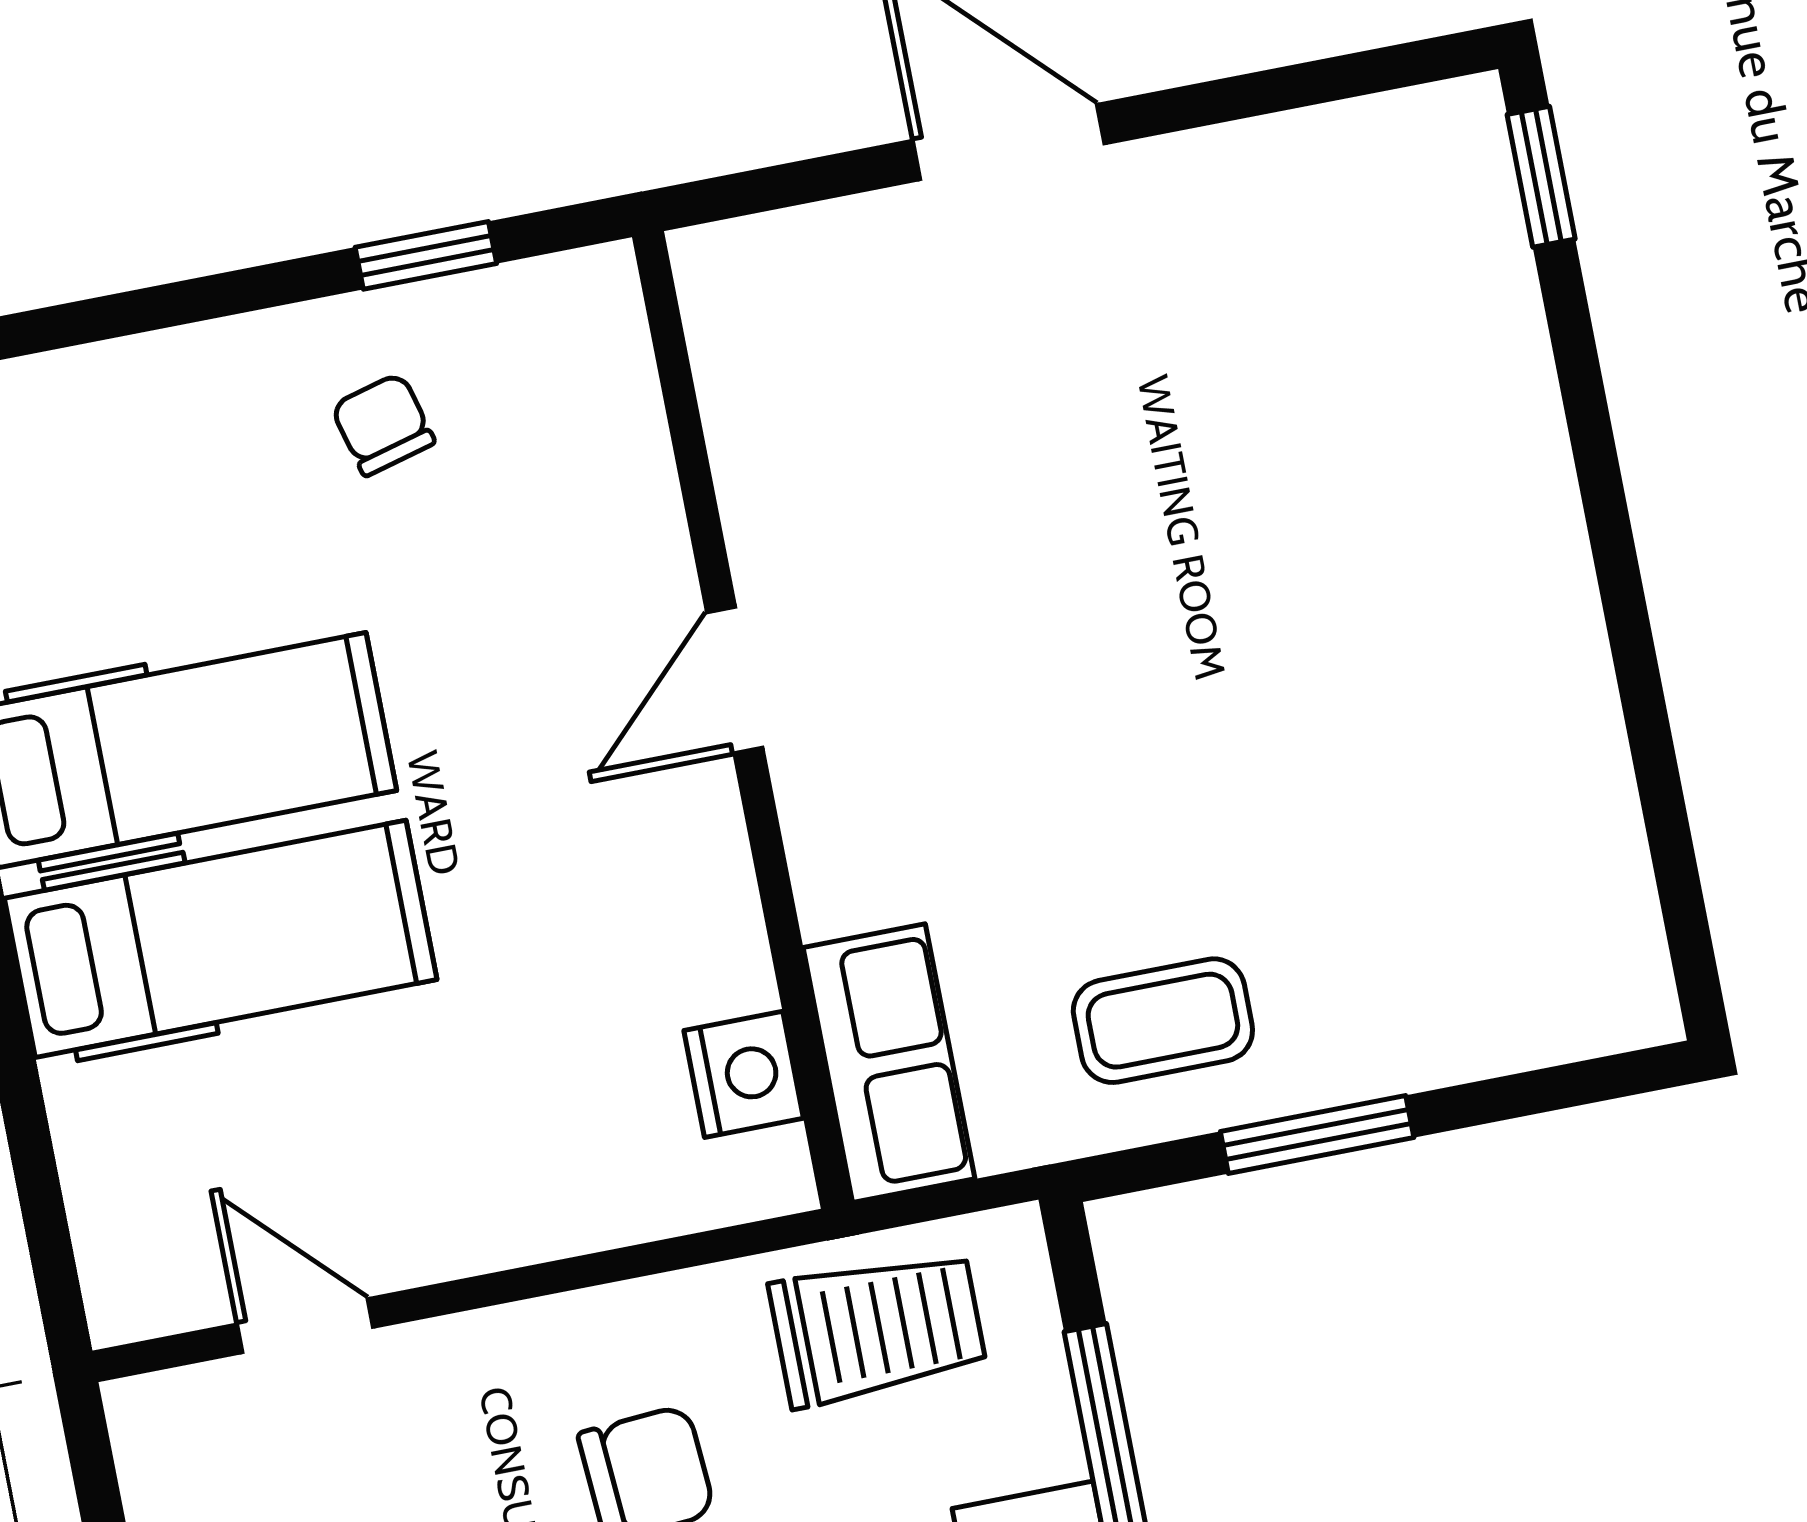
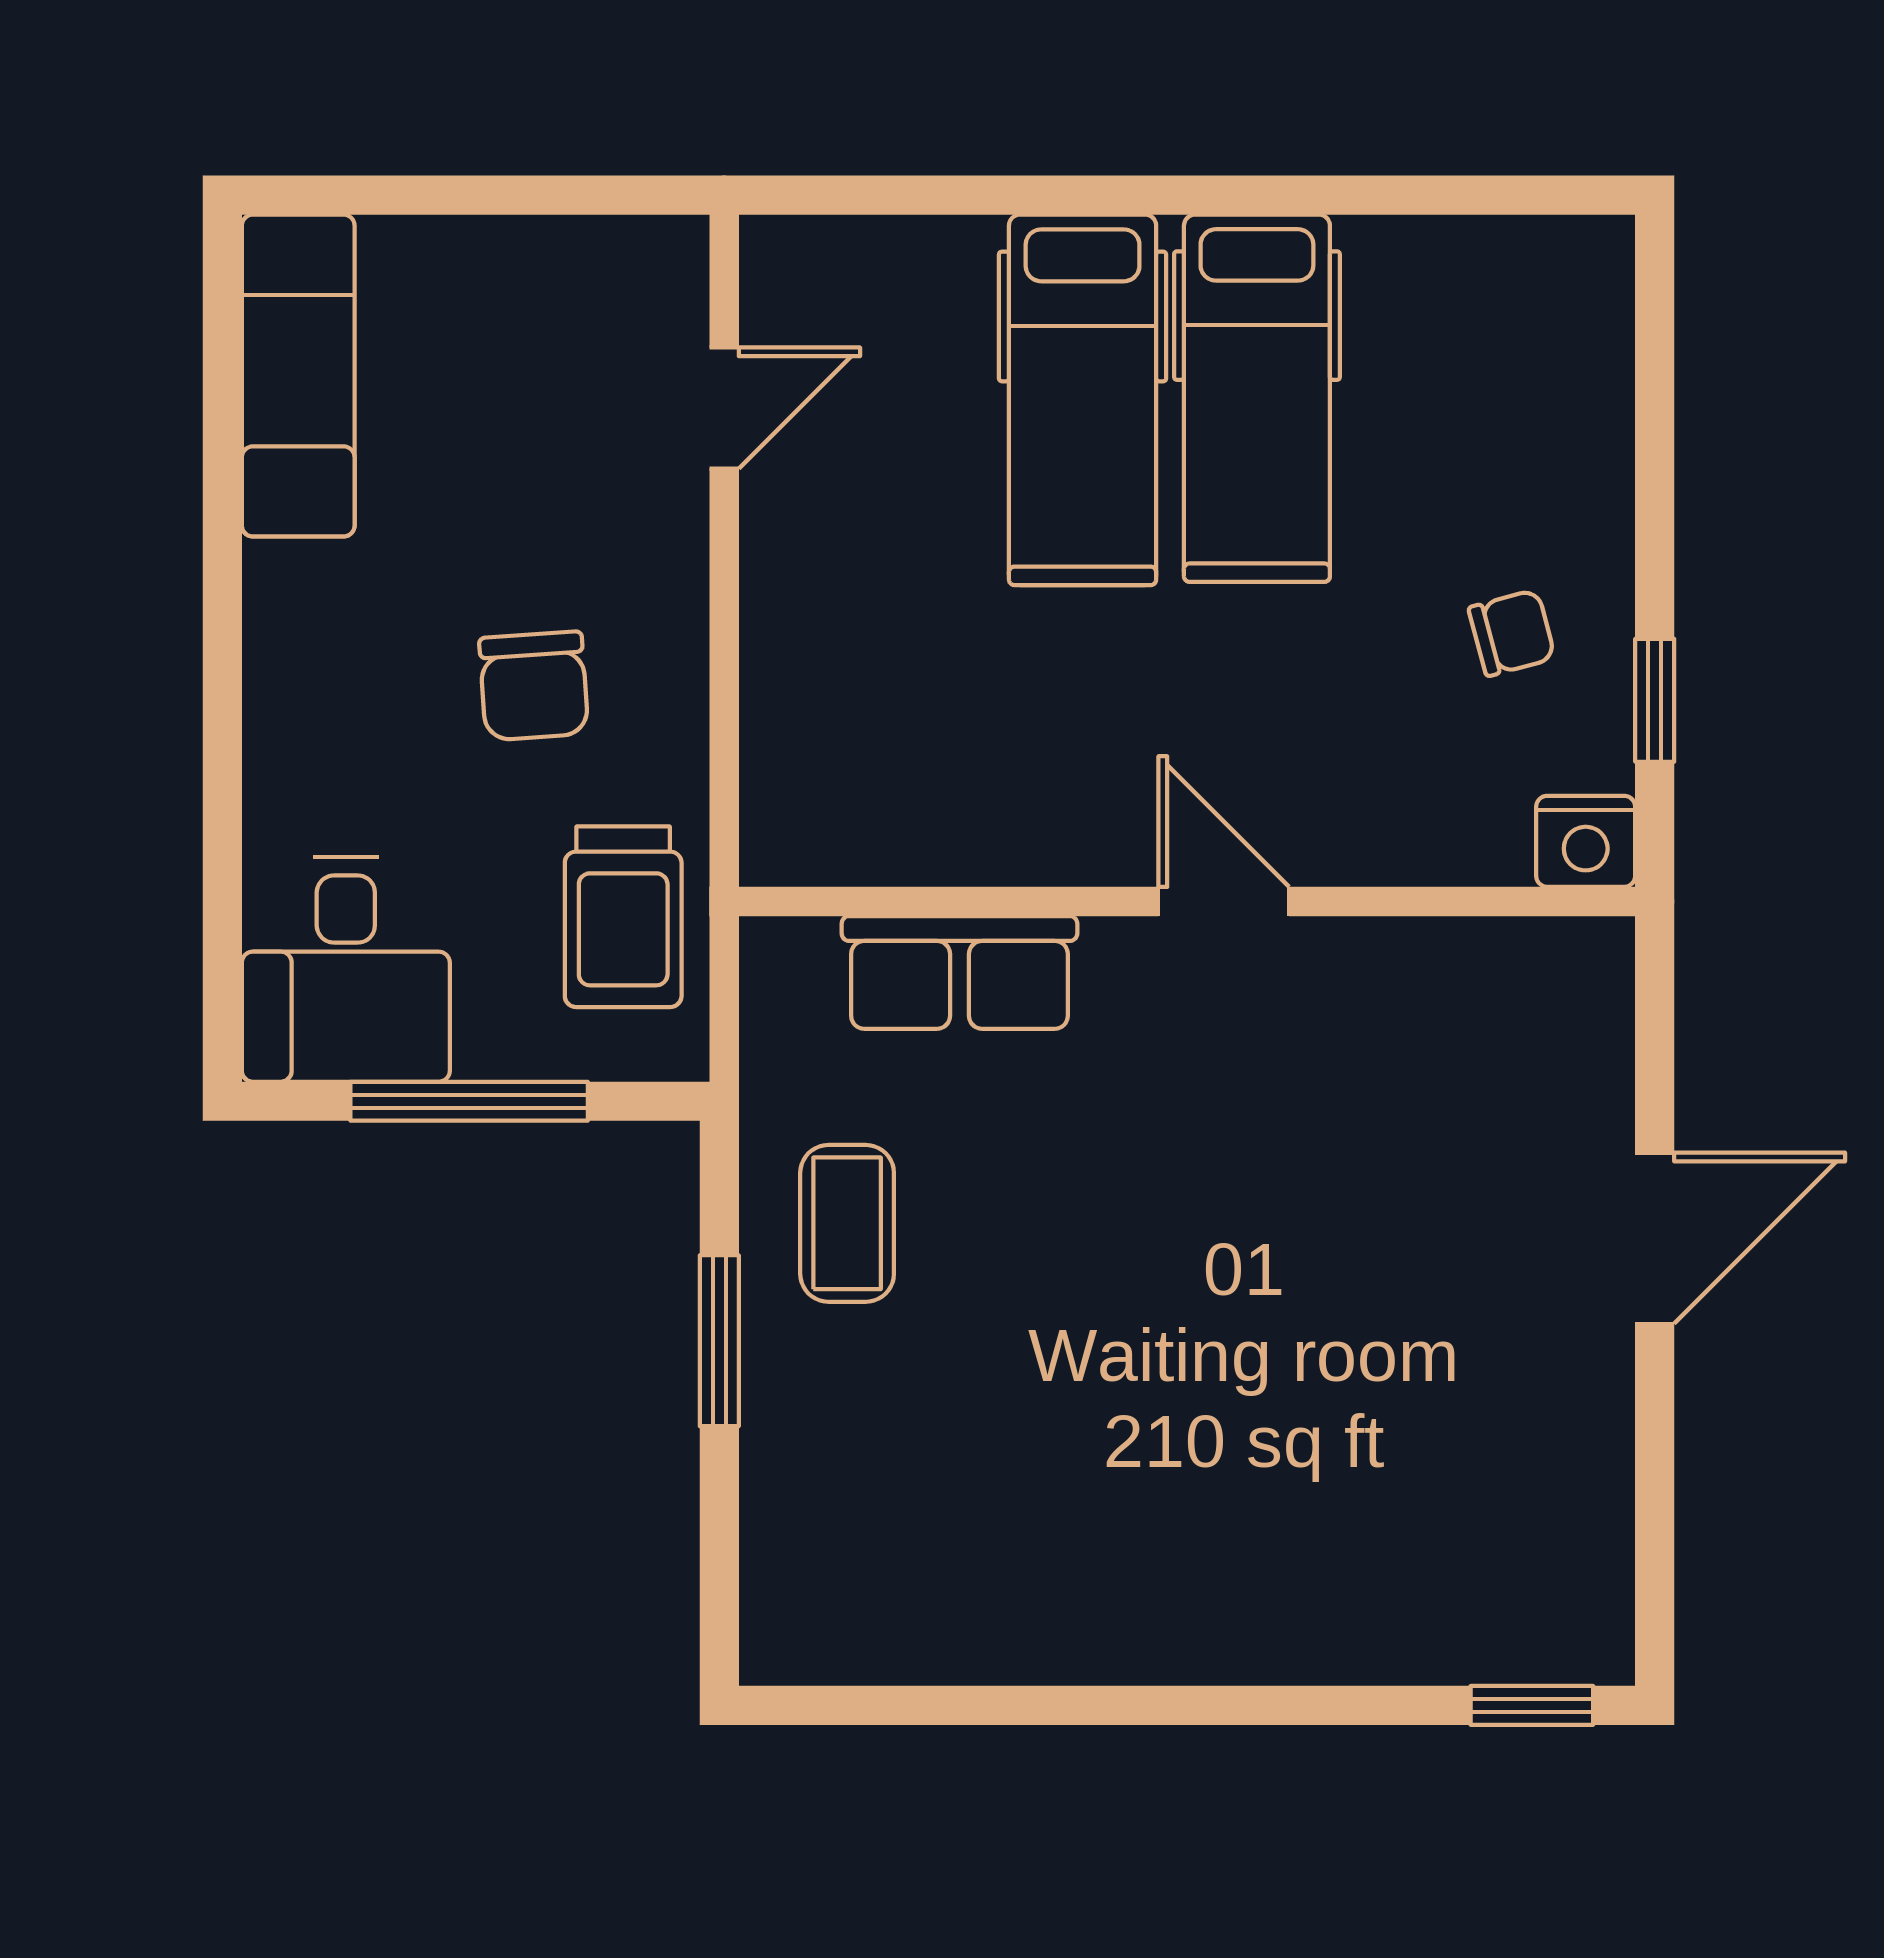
row of seats: (889, 1063) -> (959, 972), moved
nightstand: (744, 1074) -> (1586, 841), moved

